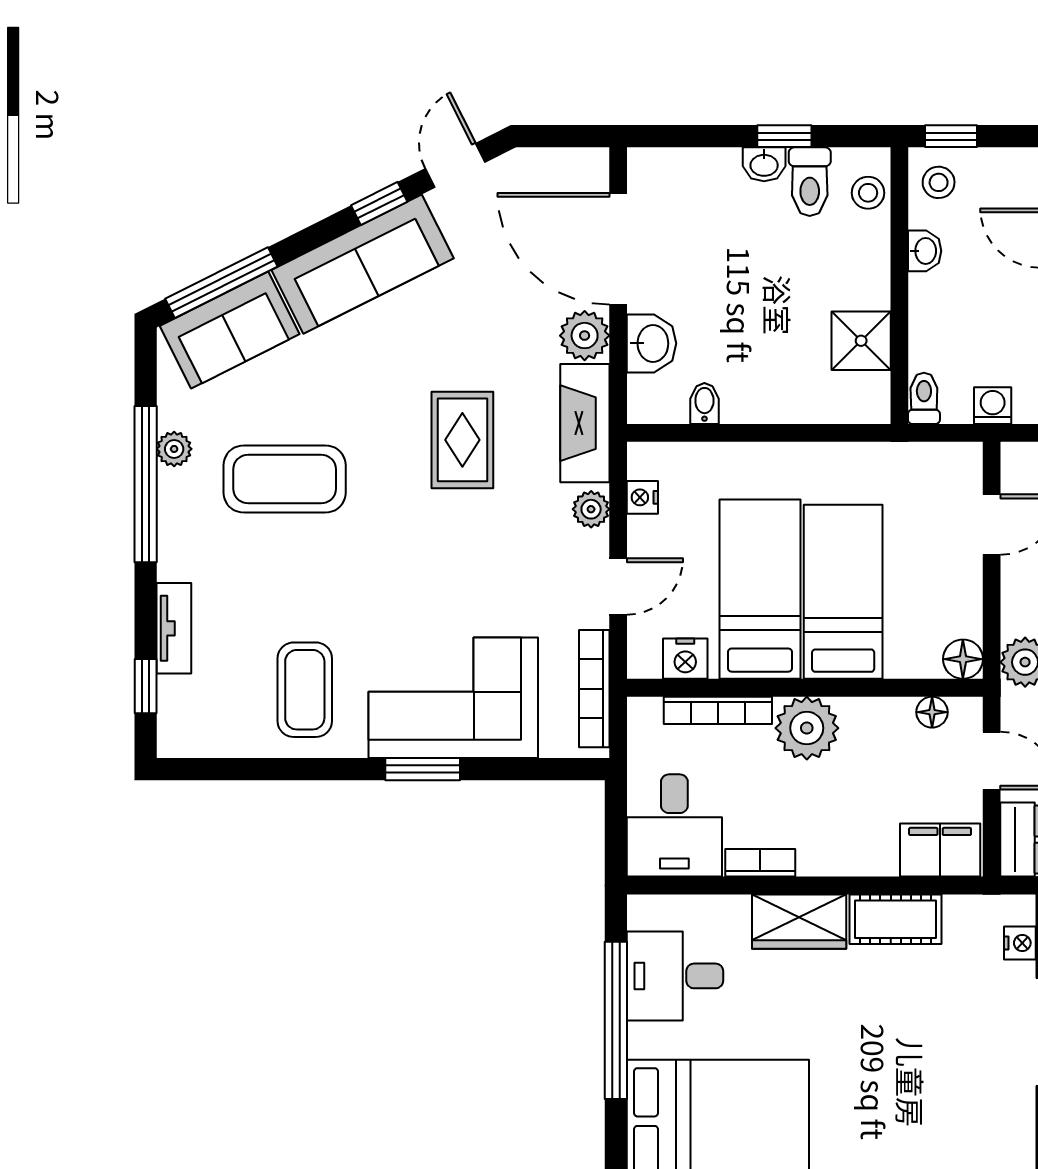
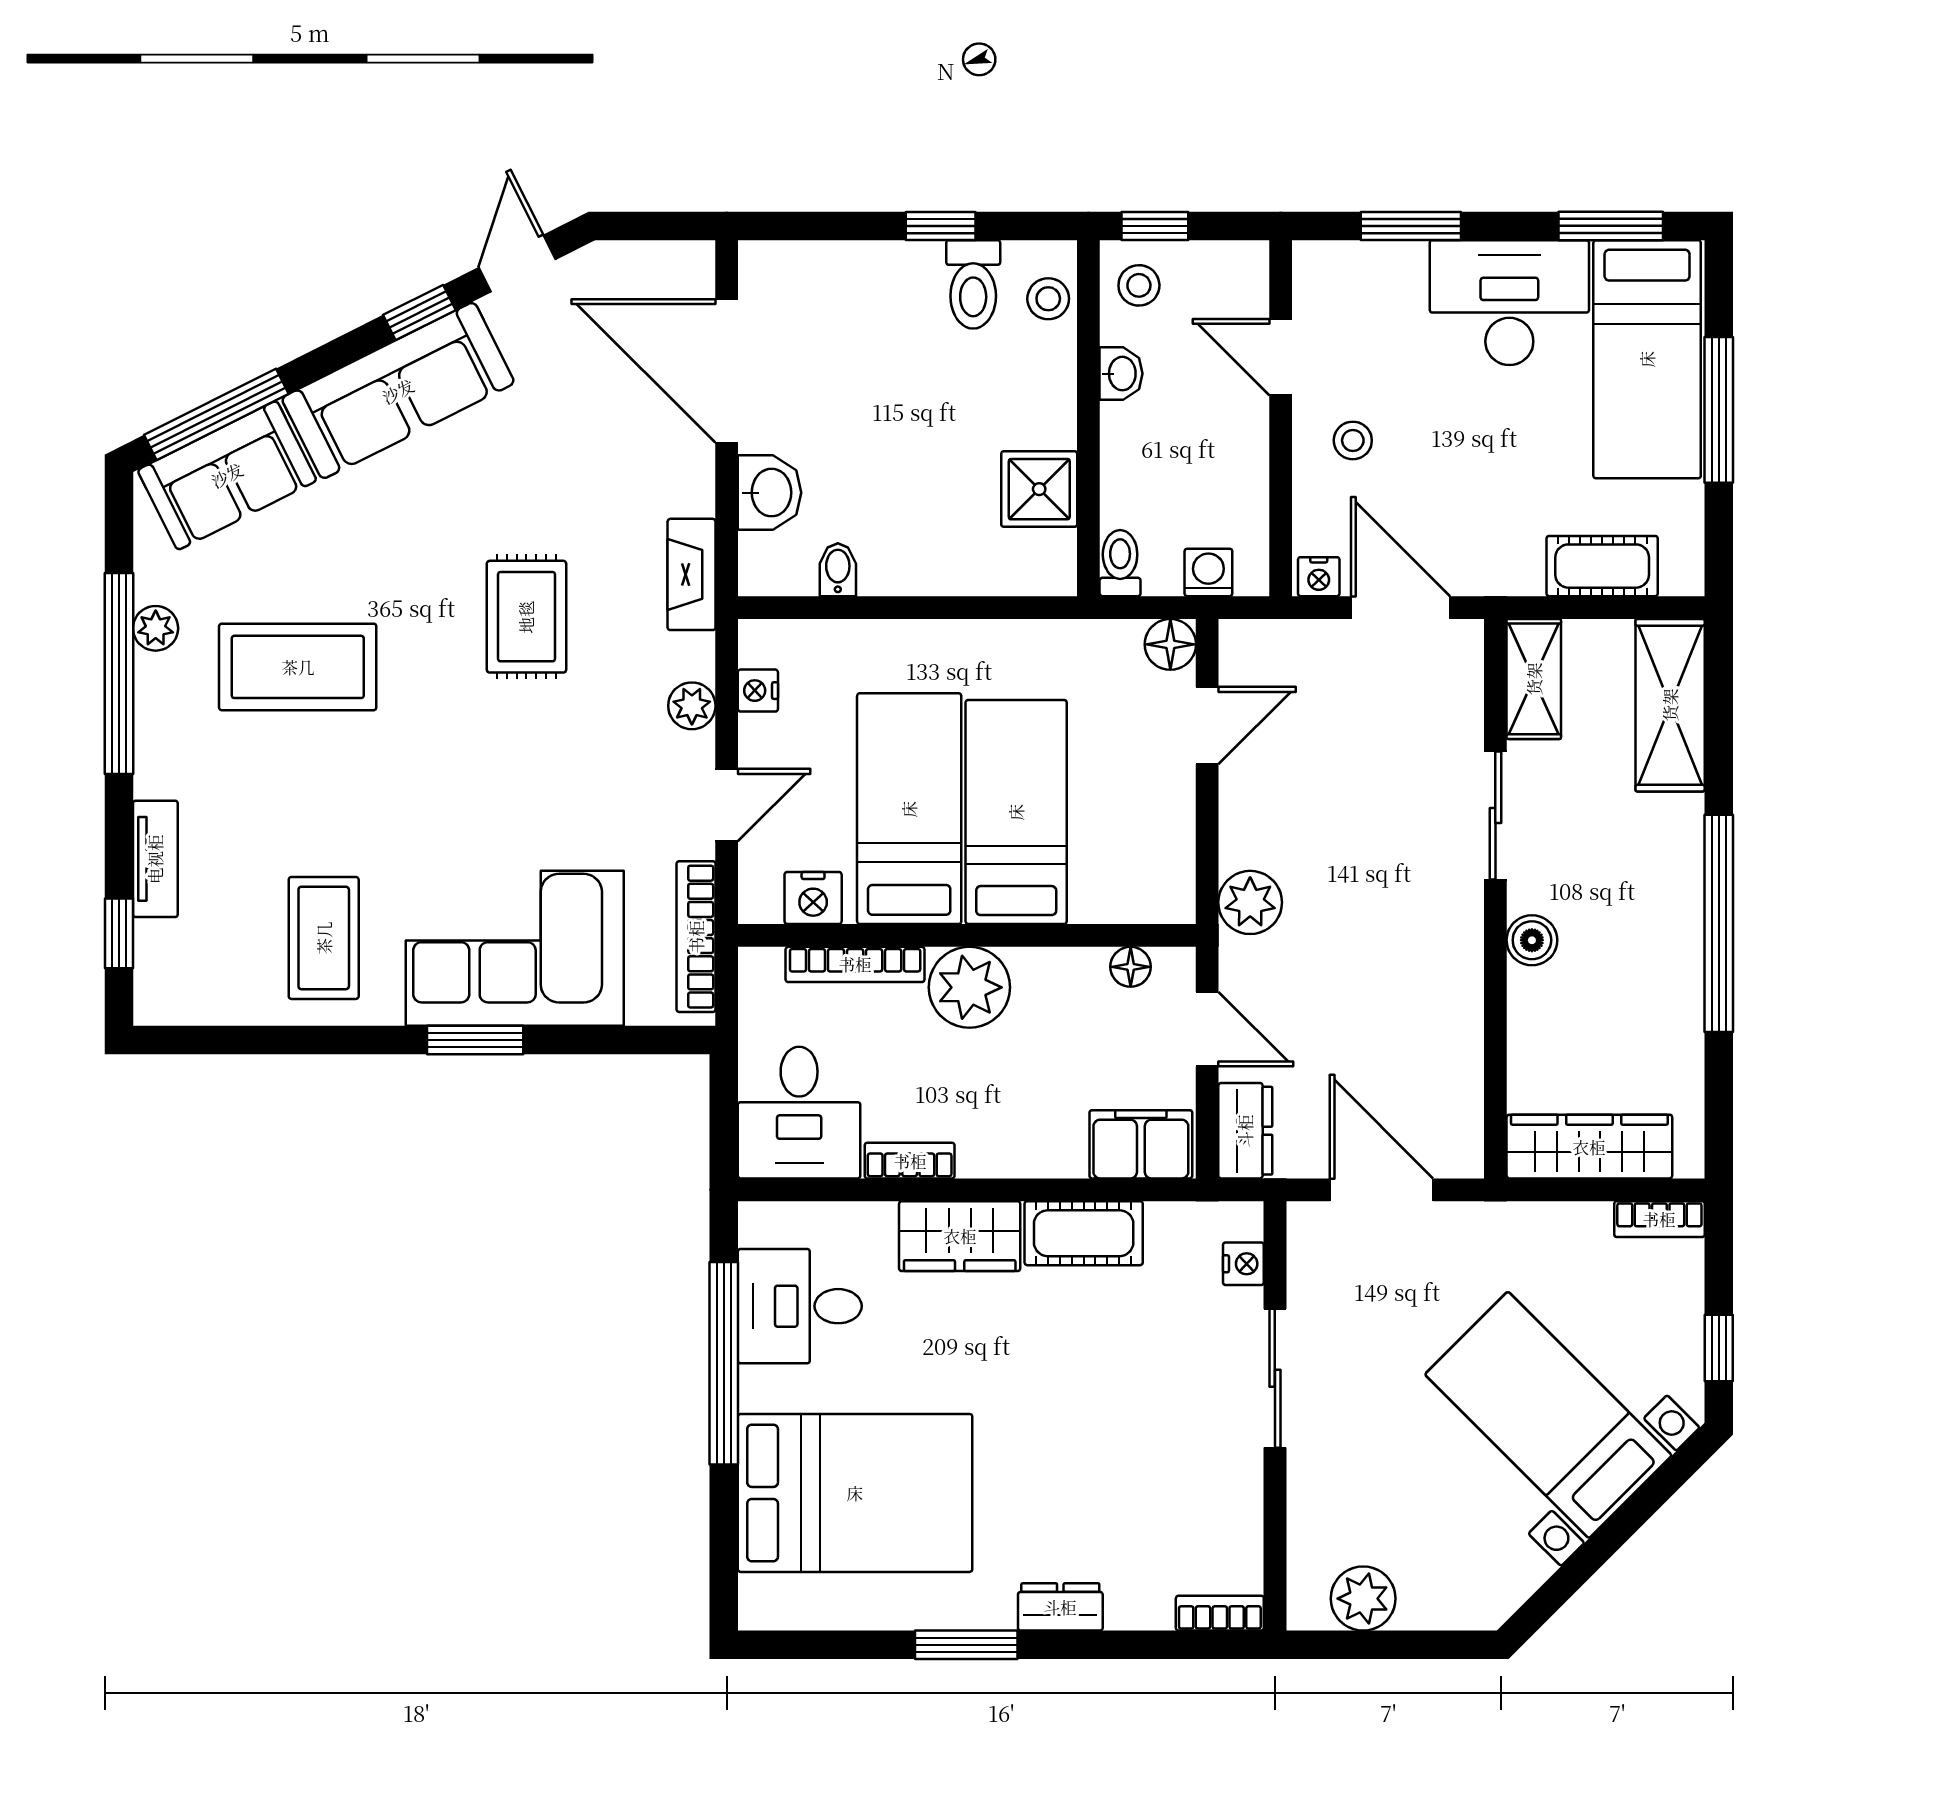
washbasin: (764, 164) -> (914, 262), removed
plant: (585, 336) -> (684, 482), removed
fireplace: (585, 423) -> (692, 574), width x0.73, depth x0.76
floor lamp: (963, 659) -> (1170, 644), moved

